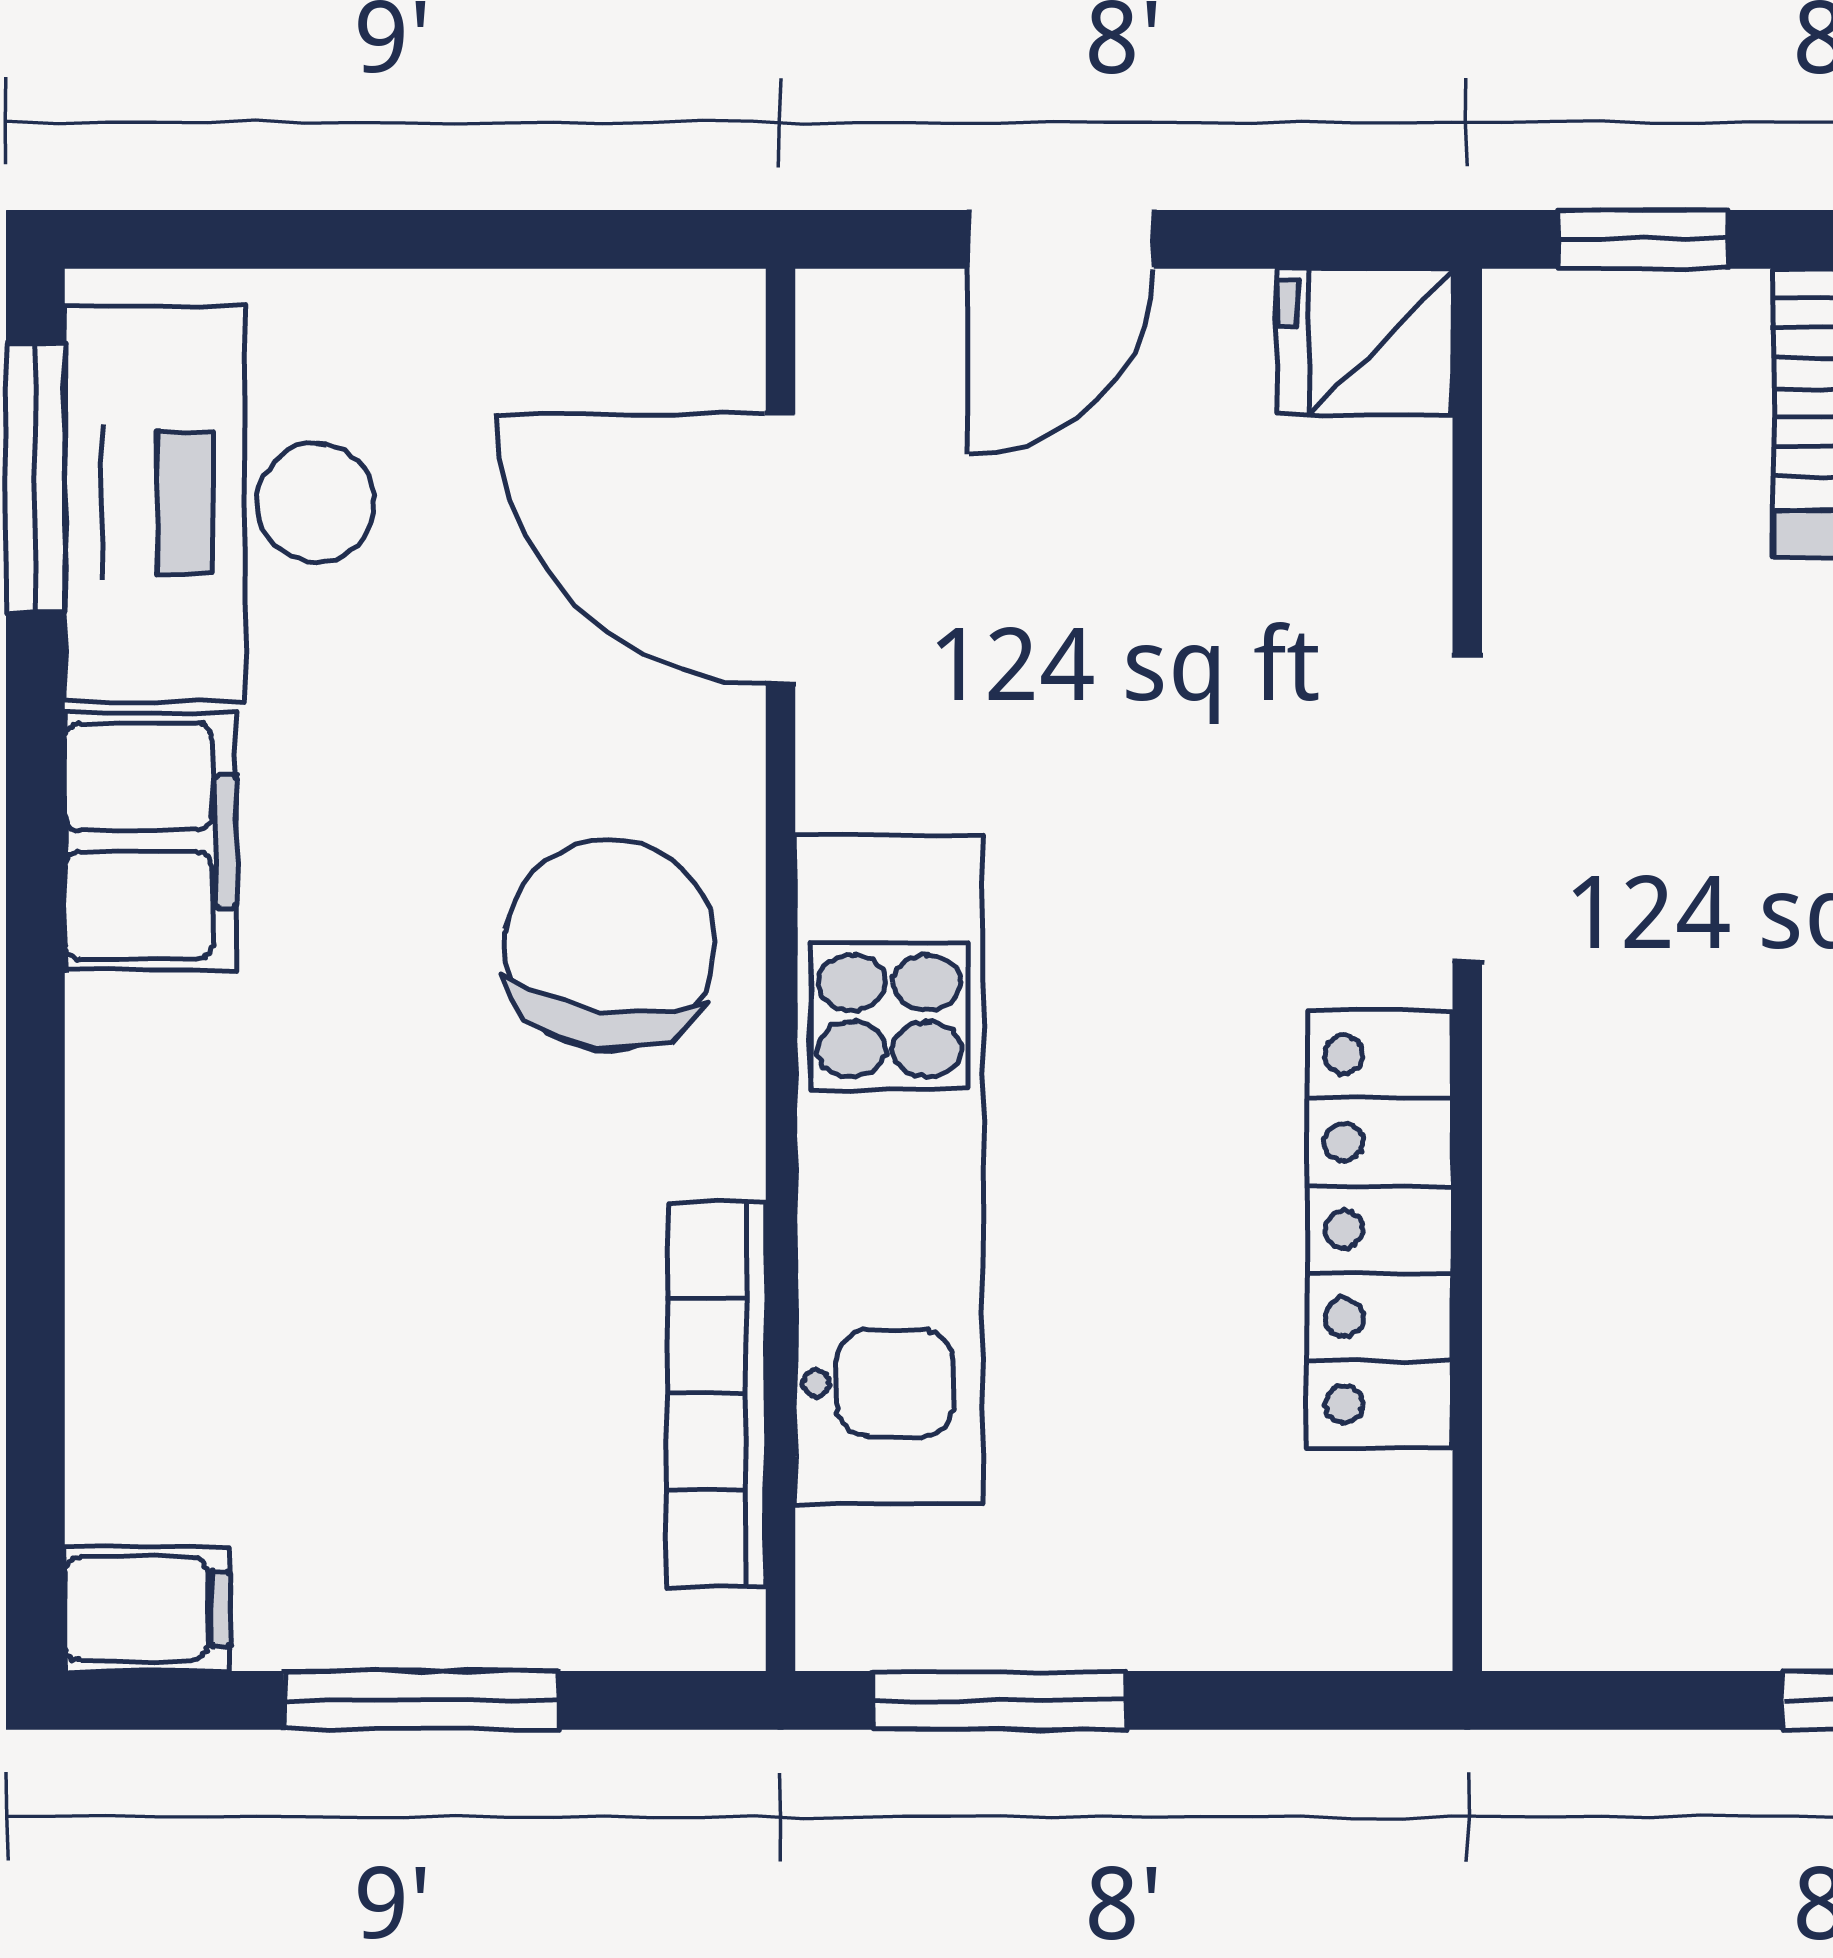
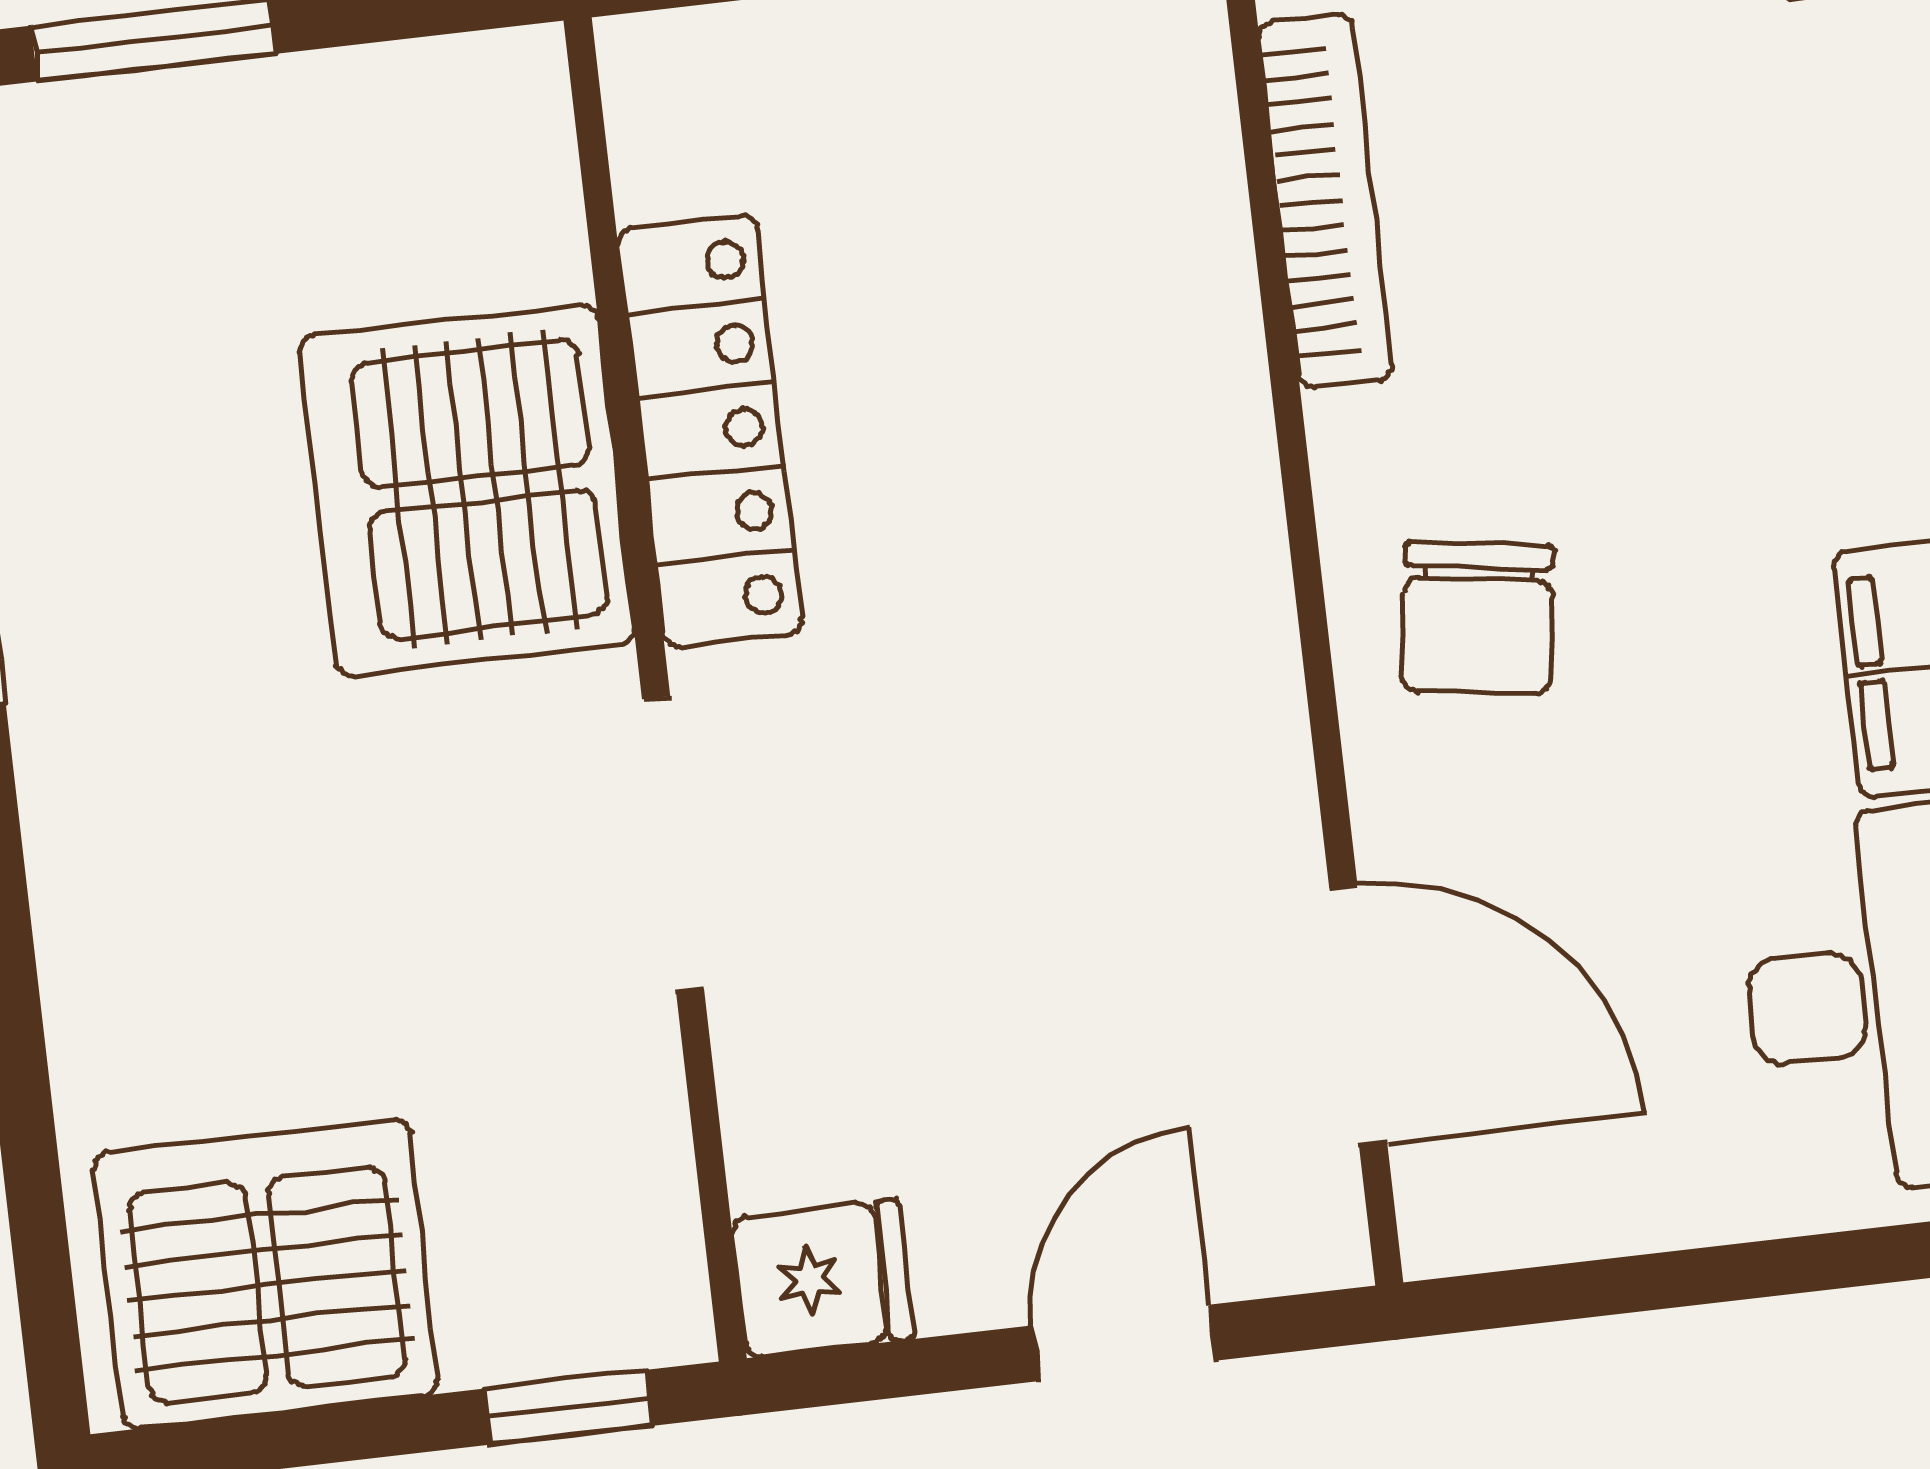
chair: (610, 945) -> (1478, 618), width x0.73, depth x0.73
kitchen unit: (889, 1169) -> (1186, 435), removed
server rack: (1638, 1198) -> (467, 490), added

